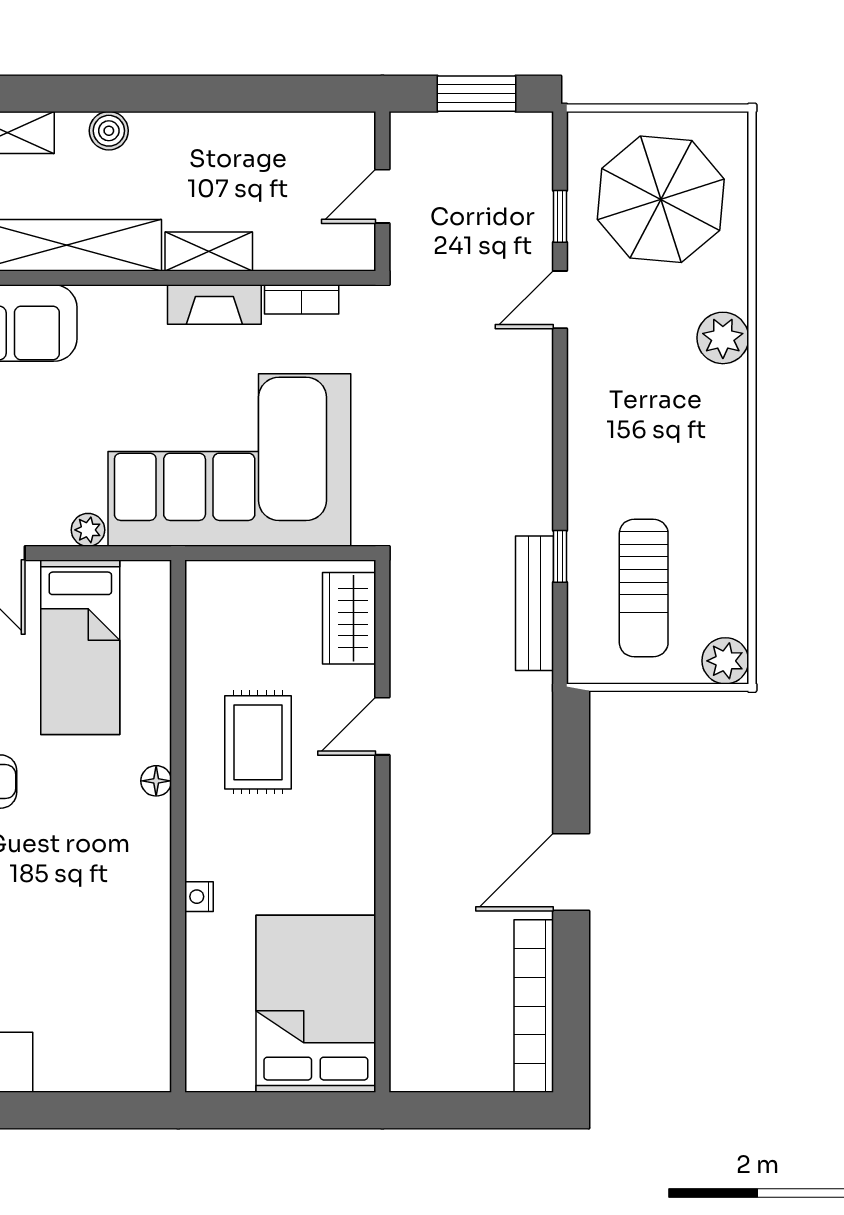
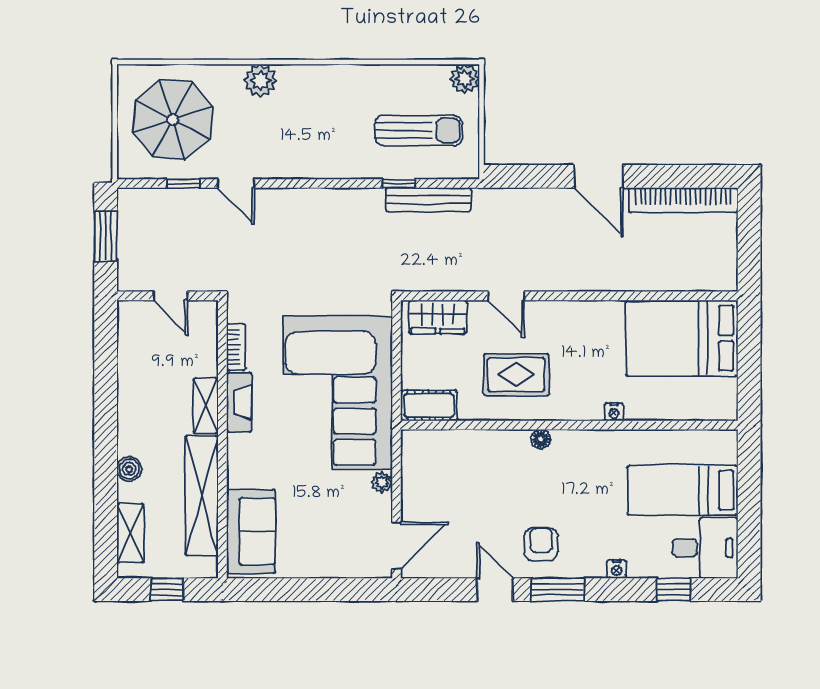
cot: (209, 604) -> (429, 406), added
bed: (80, 647) -> (683, 490), moved, turned 180

